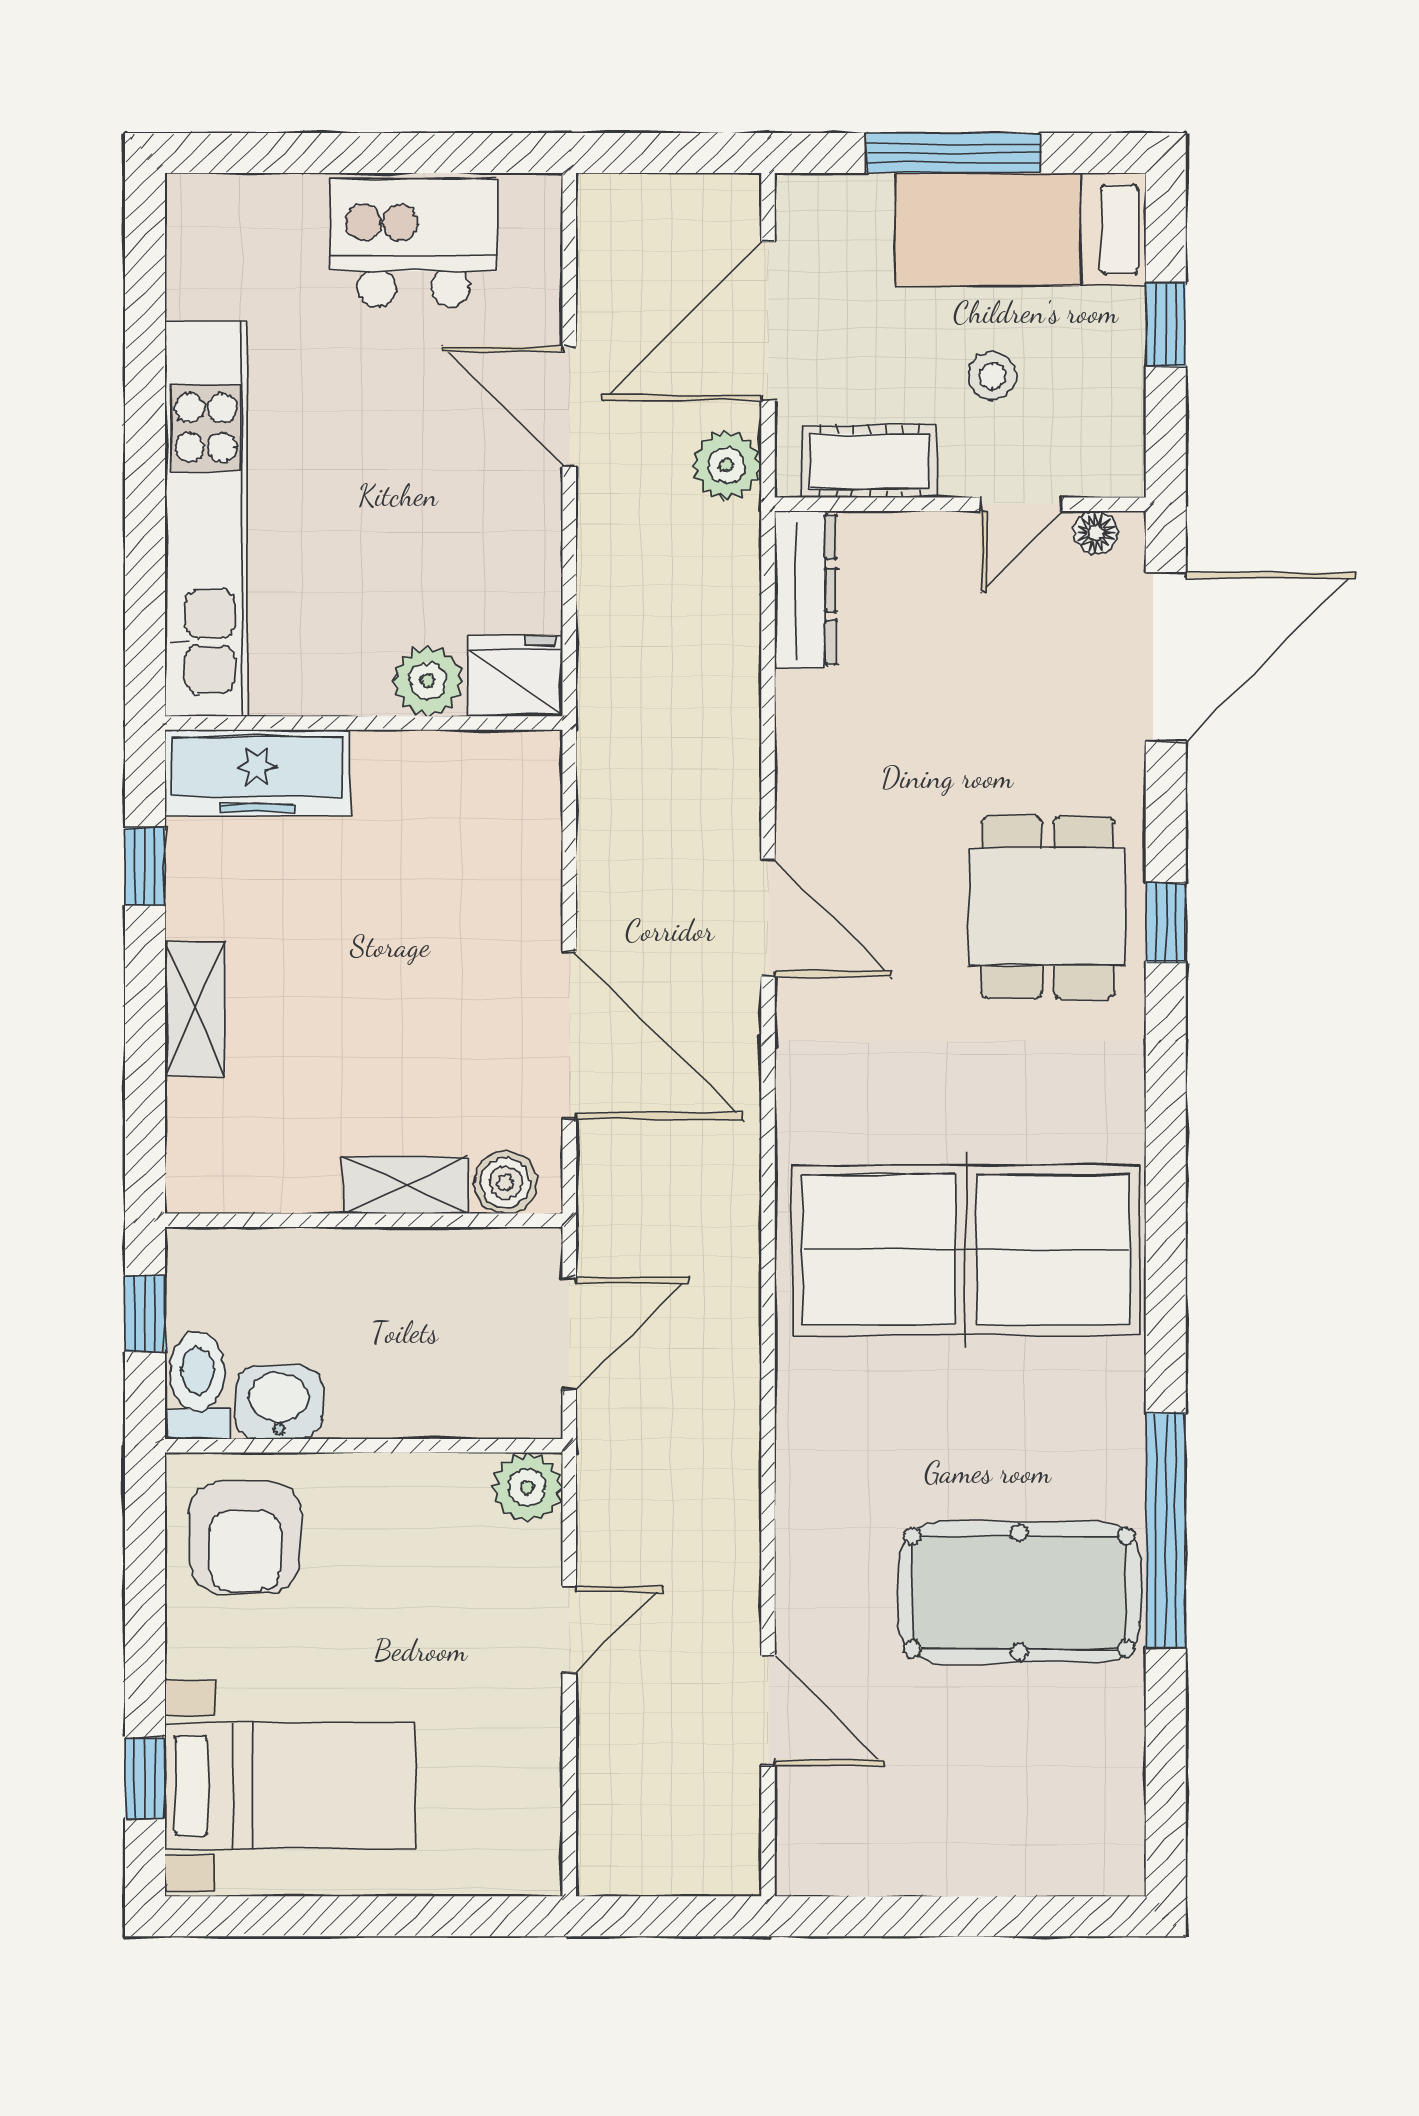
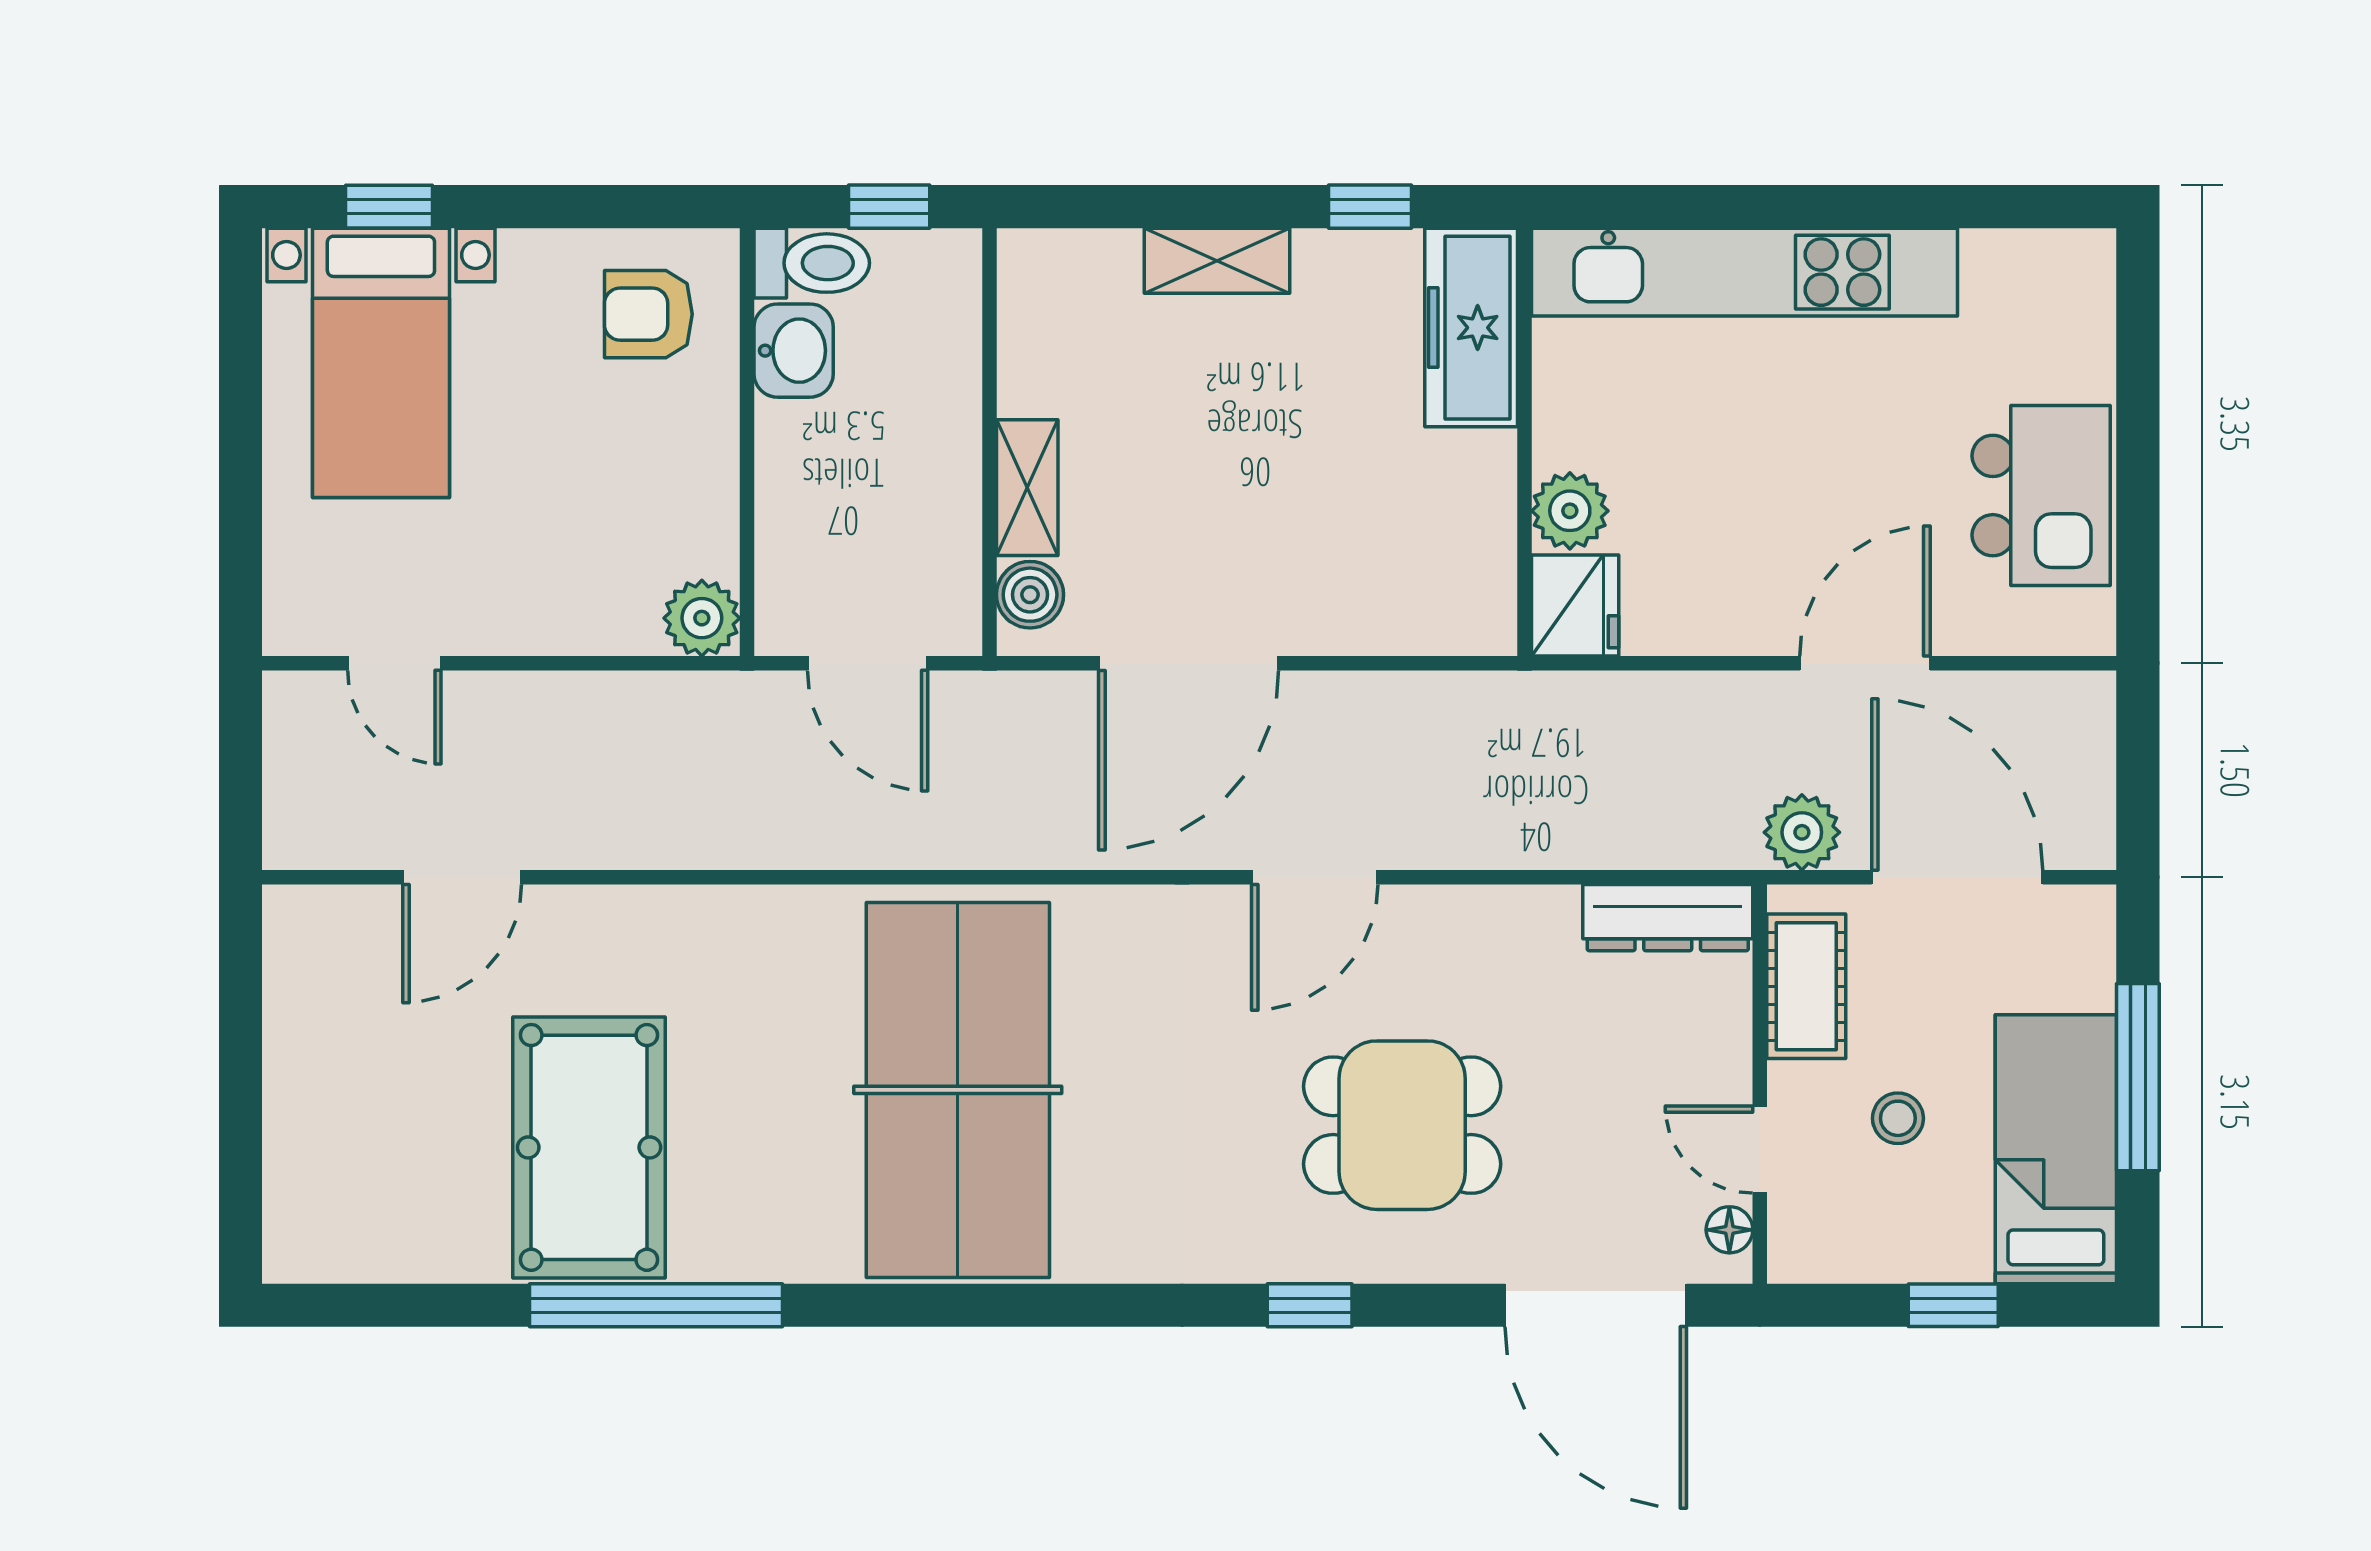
dining table: (1048, 907) -> (1402, 1125), moved
armchair: (245, 1537) -> (648, 314), width x0.72, depth x0.72
door: (569, 1629) -> (394, 663), moved

